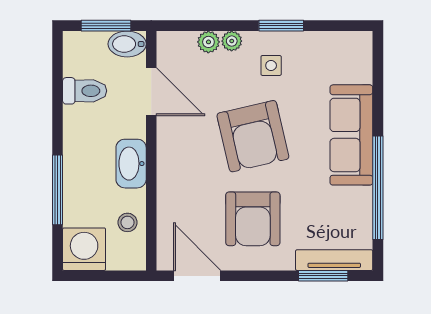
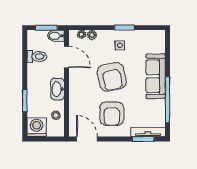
plant: (232, 41) -> (82, 34), moved
window: (57, 190) -> (25, 101), width x0.69

